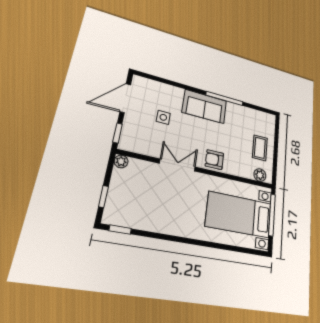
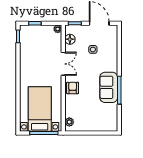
sofa: (205, 106) -> (109, 87), moved
floor lamp: (142, 146) -> (70, 39), added
coffee table: (260, 148) -> (89, 120), removed

